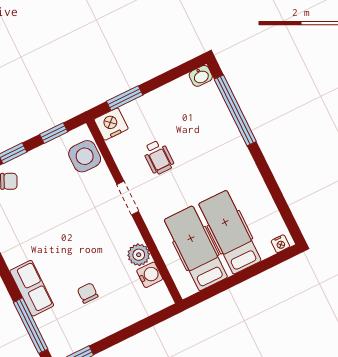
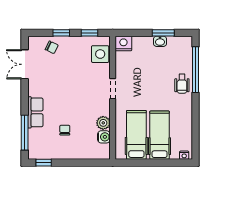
washbasin: (201, 76) -> (160, 41), moved
window: (125, 98) -> (163, 33), moved
wheelchair: (158, 157) -> (182, 84), moved

